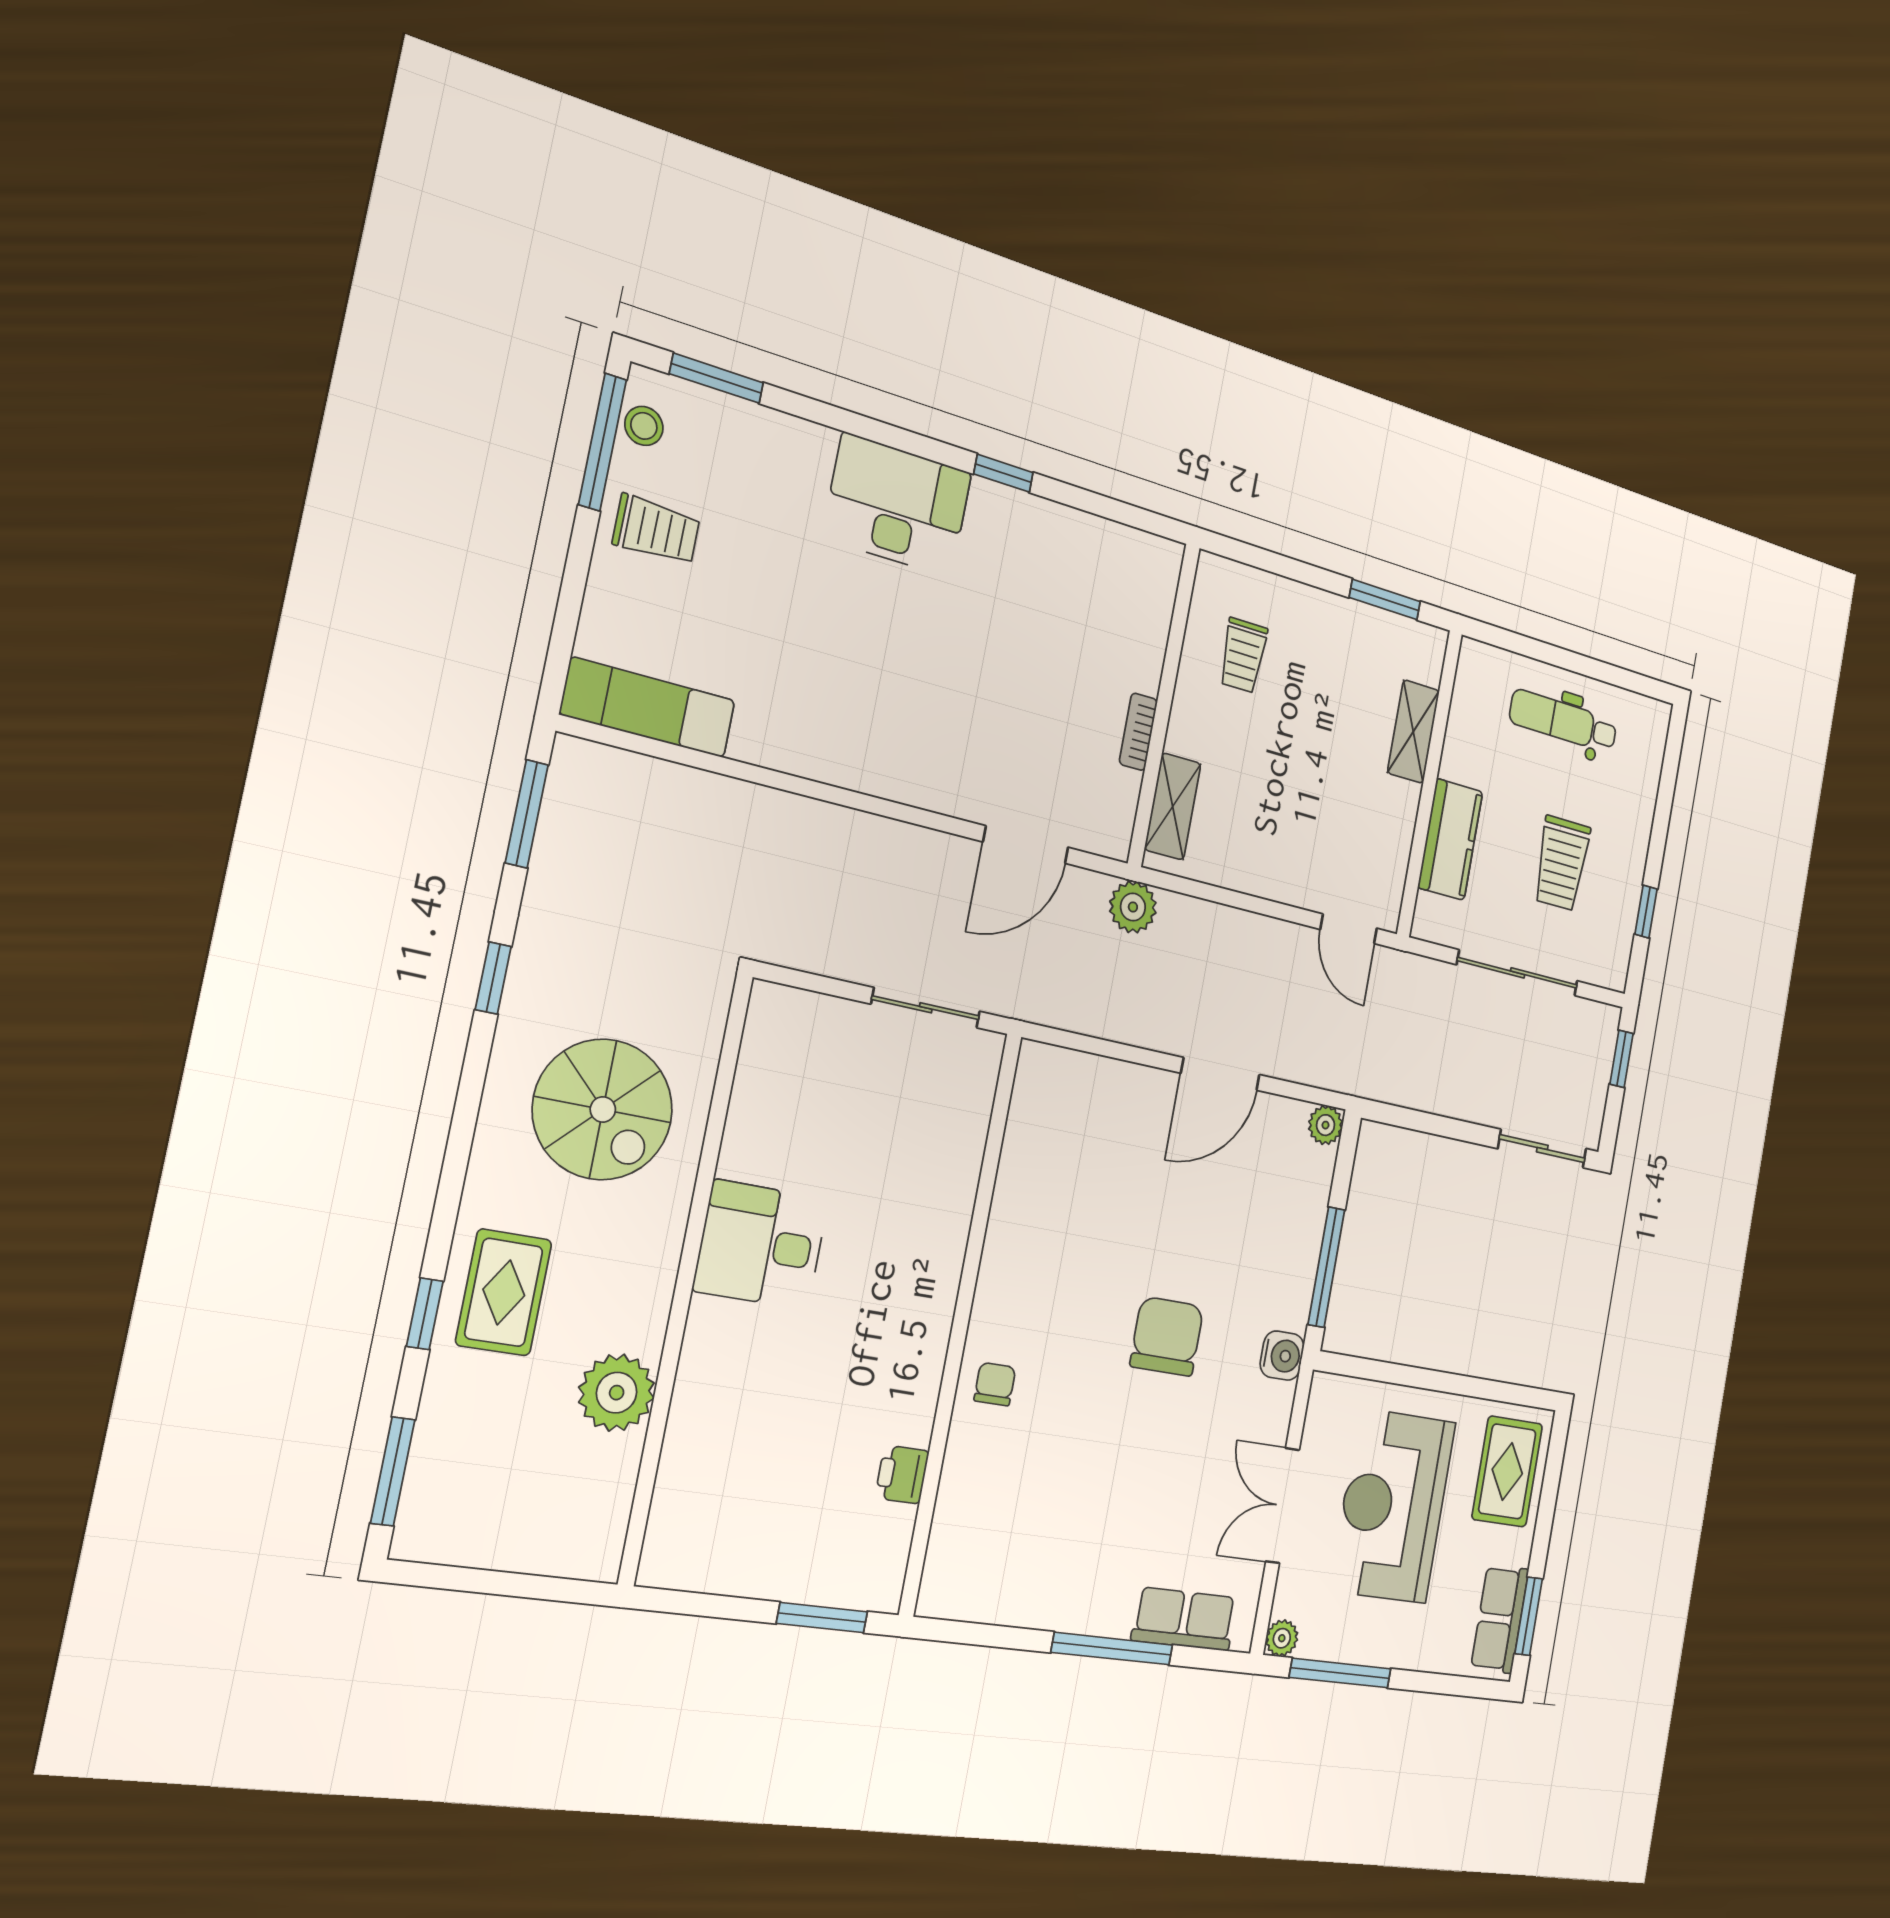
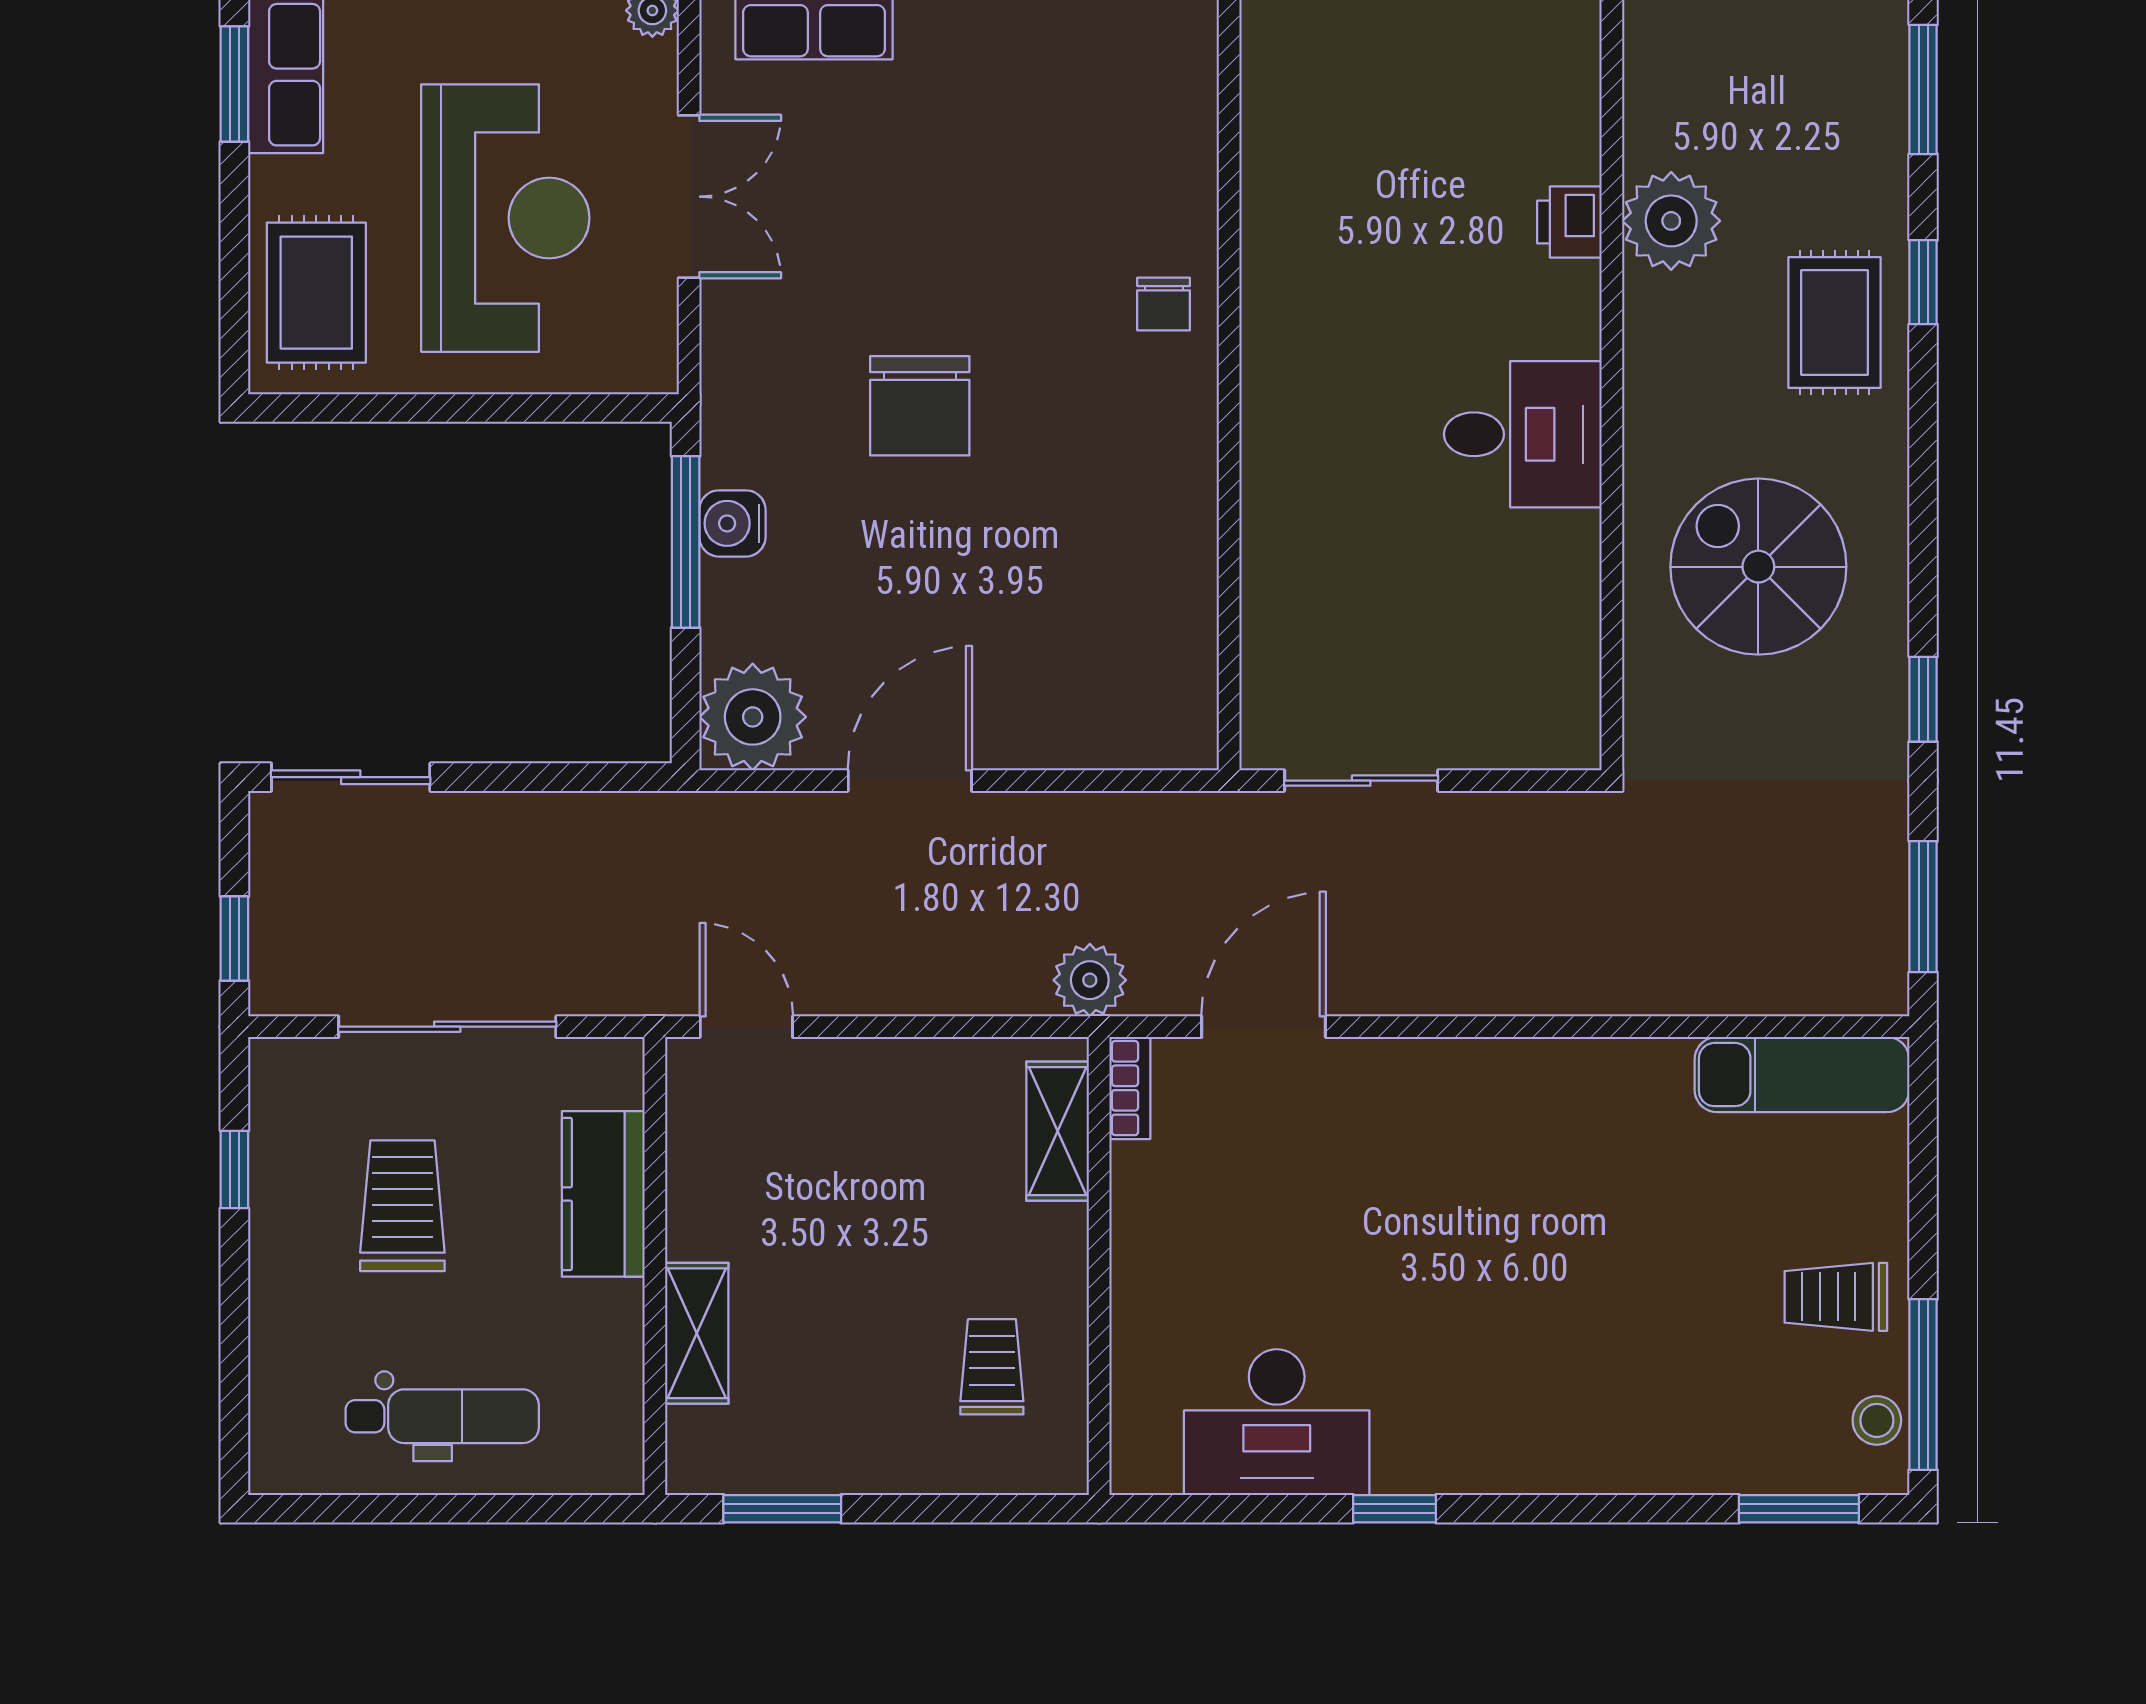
desk: (897, 505) -> (1277, 1422), moved
bookcase: (1138, 732) -> (1130, 1088), moved
plant: (1326, 1125) -> (753, 717), width x1.88, depth x1.88
water cooler: (1282, 1356) -> (732, 523), moved
printer: (902, 1475) -> (1569, 222), moved, turned 180

